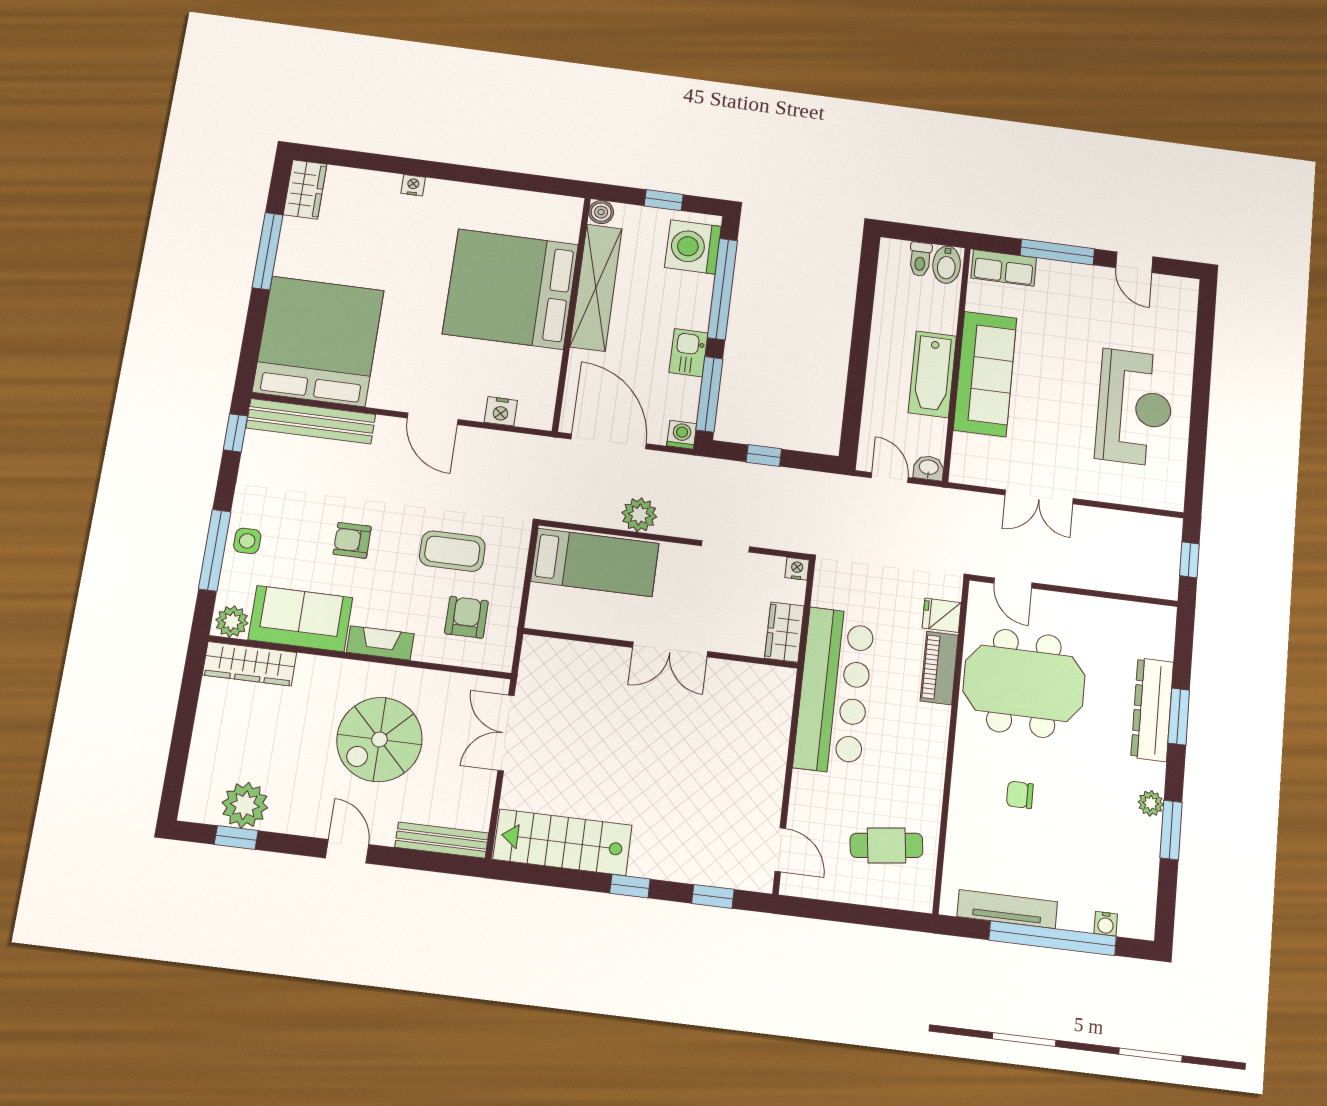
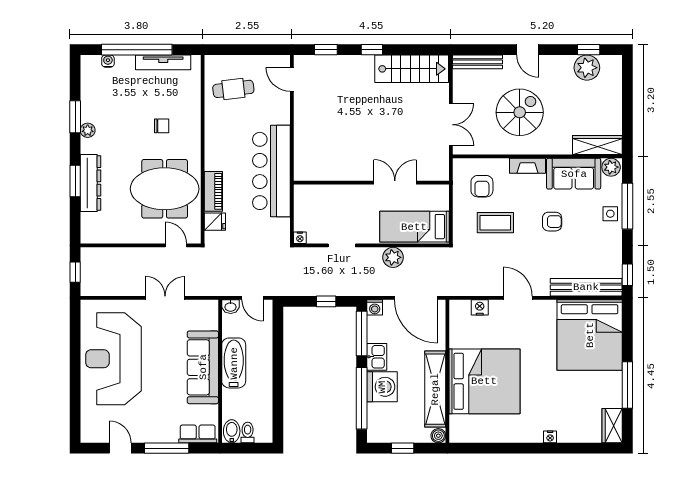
washing machine: (693, 247) -> (382, 387), moved
reception desk: (1135, 408) -> (114, 359), width x1.36, depth x1.30
wardrobe: (784, 632) -> (303, 201), removed
double door: (670, 649) -> (395, 183), moved

